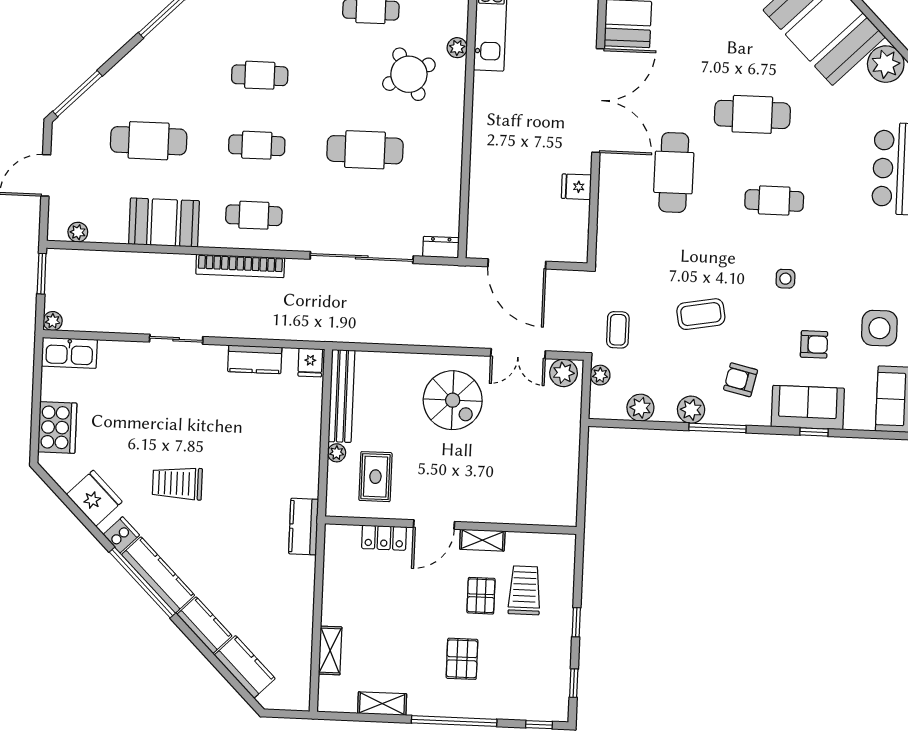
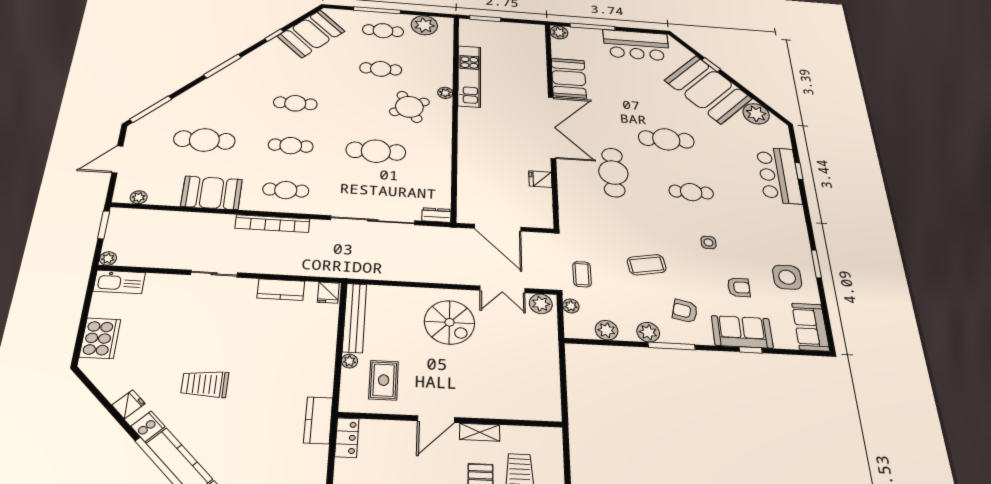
fridge: (94, 498) -> (129, 404), width x0.53, depth x0.75
locker: (384, 538) -> (347, 438), moved, turned -90

